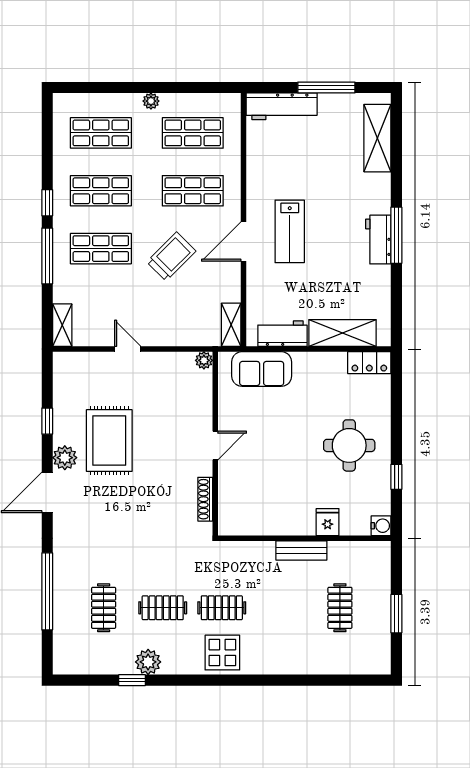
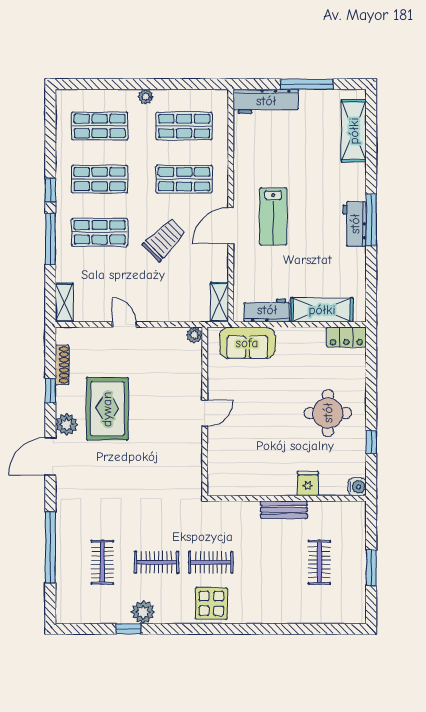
shoe rack: (205, 499) -> (62, 365), moved, turned 180

